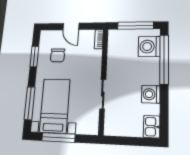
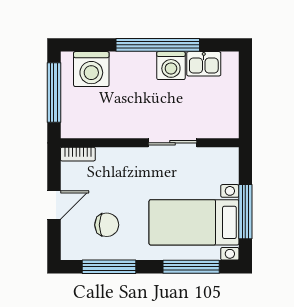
window: (34, 56) -> (109, 267), width x1.44
window: (164, 59) -> (158, 45), moved
kitchen sink: (152, 127) -> (204, 64), moved

